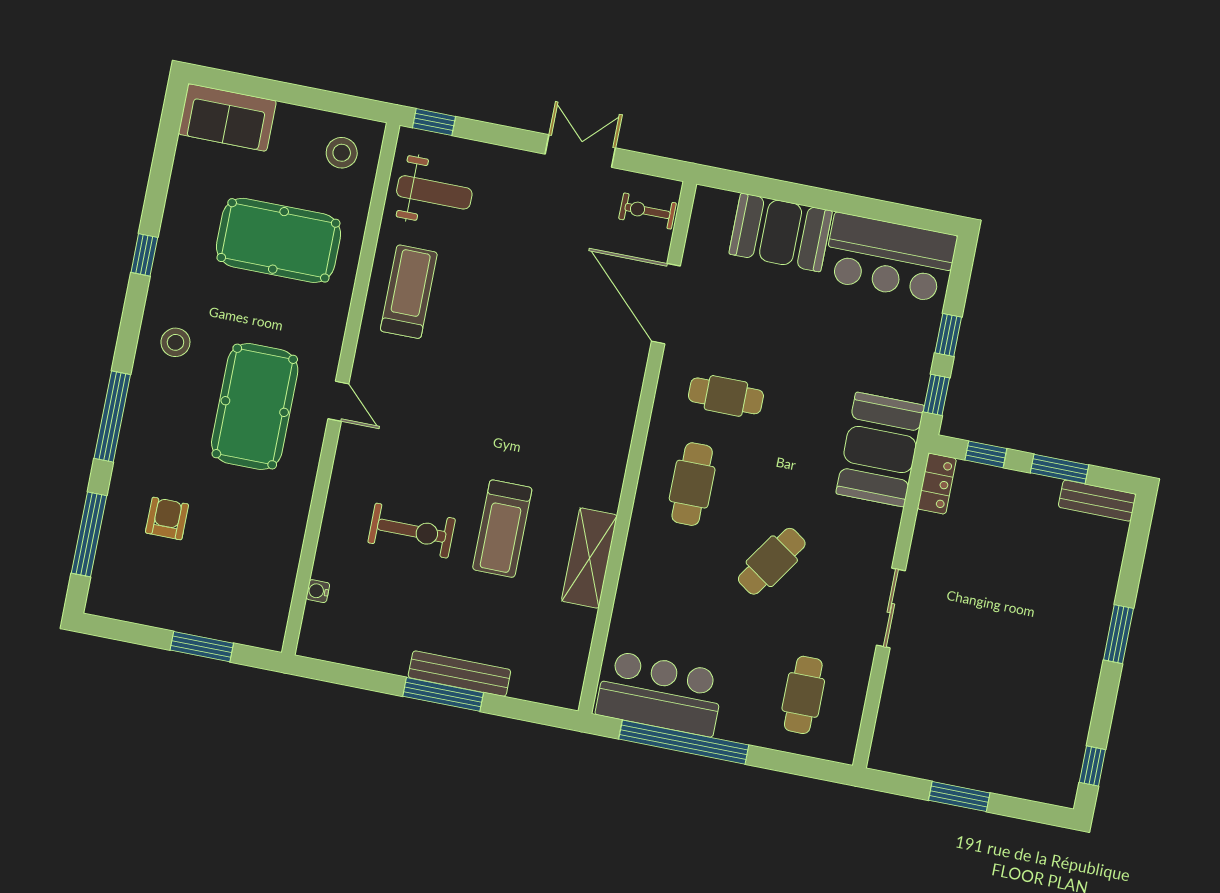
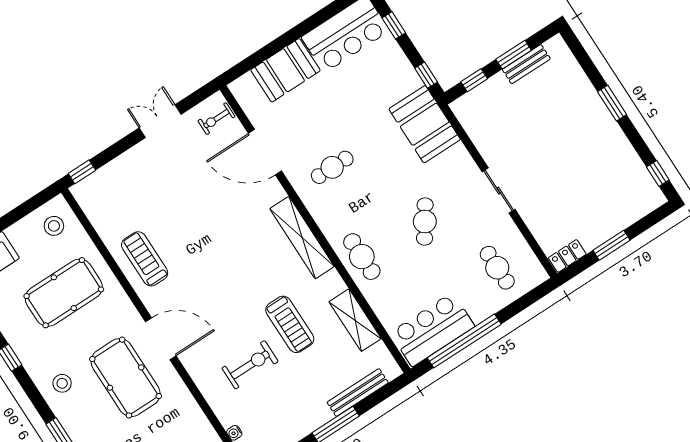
weight bench: (434, 192) -> (113, 203), removed
window: (948, 335) -> (394, 25), moved
door: (338, 401) -> (161, 339), width x1.87
shelving: (613, 443) -> (302, 238), added
cafe table: (692, 484) -> (362, 257), moved
locker: (937, 484) -> (567, 256), moved, turned -90
bench: (1097, 501) -> (526, 64), moved
shelving: (589, 558) -> (355, 320), moved
bench: (459, 674) -> (358, 393), moved

